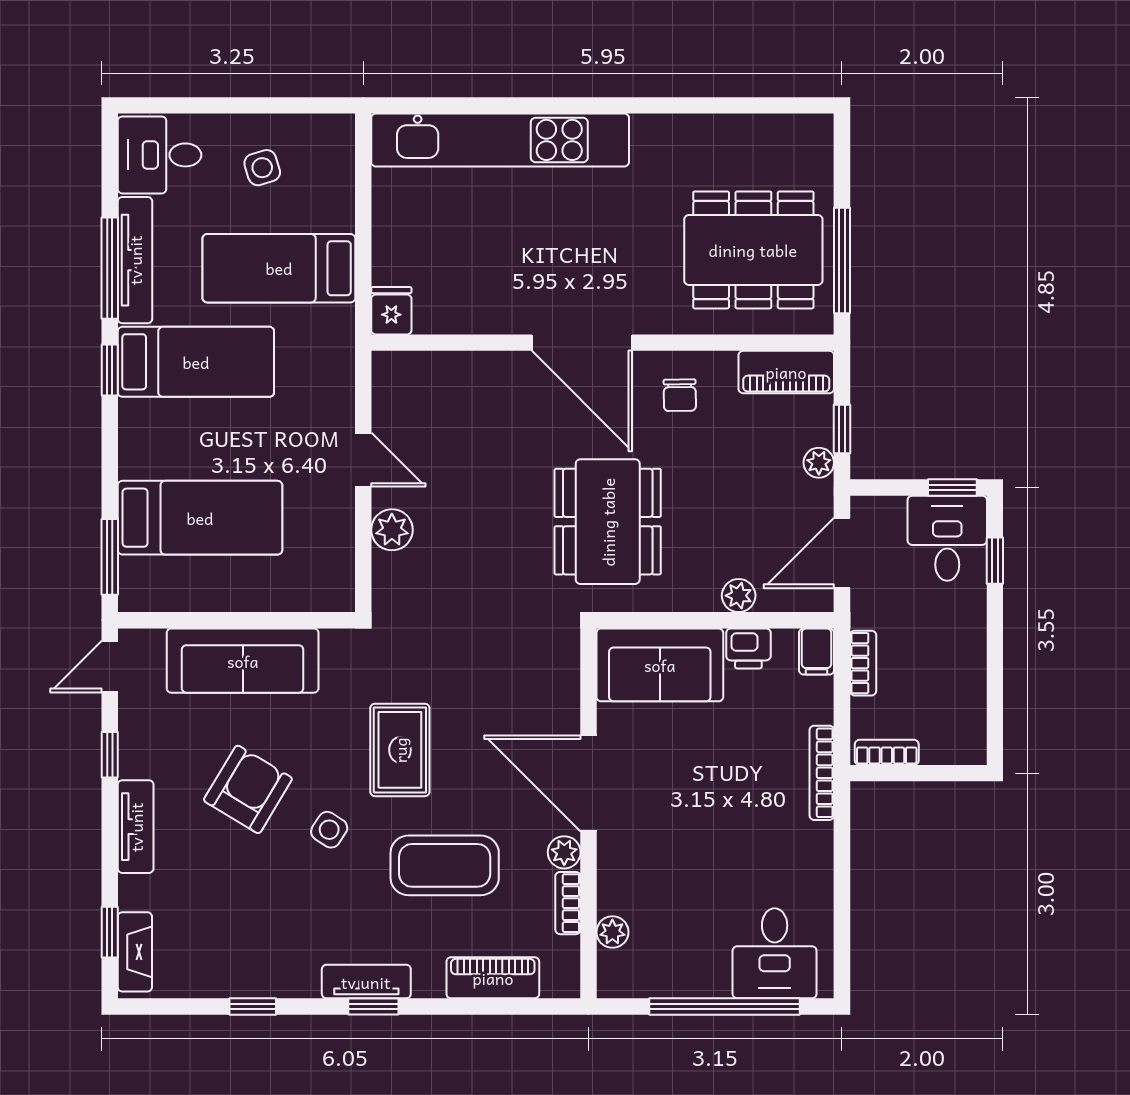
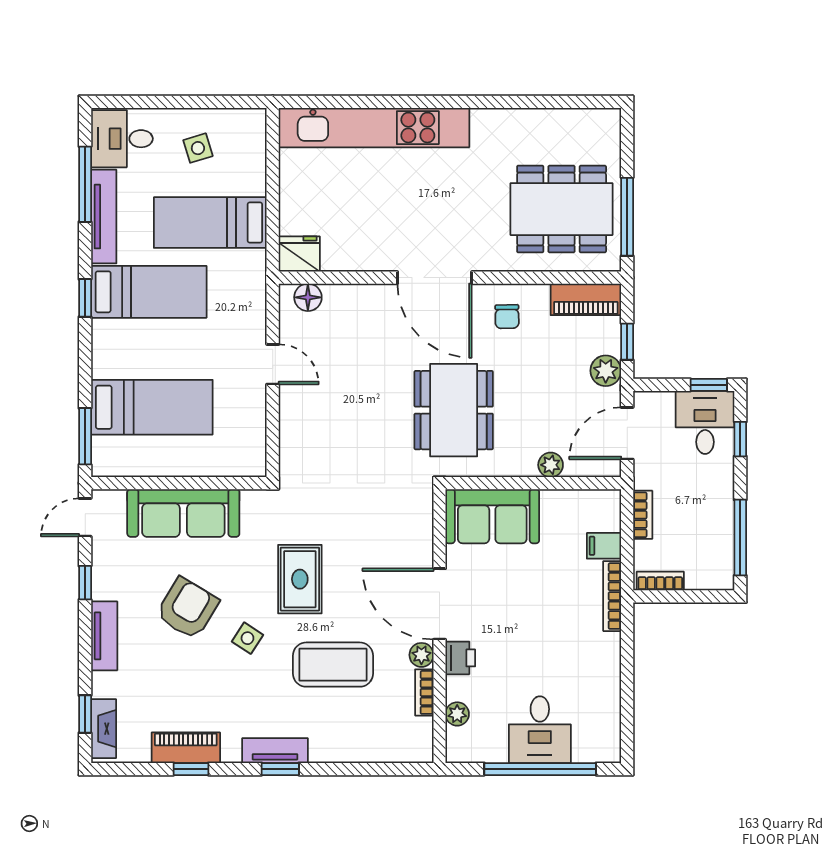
window: (110, 268) -> (85, 184), moved
fridge: (391, 311) -> (299, 254), width x1.38
floor lamp: (411, 369) -> (308, 297), added
plant: (819, 463) -> (606, 371), width x1.38, depth x1.38
plant: (392, 530) -> (294, 416), removed
printer: (748, 648) -> (460, 658), moved, turned -90
filing cabinet: (817, 652) -> (604, 546), moved, turned 90
window: (995, 694) -> (740, 538), added
desk: (775, 953) -> (540, 730), moved
piano: (493, 978) -> (186, 748), moved

